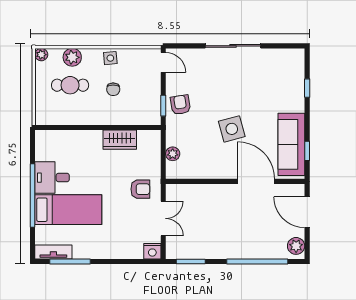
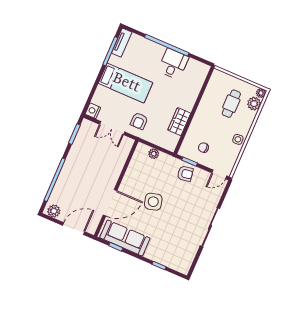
plant: (72, 57) -> (254, 104), moved
chair: (113, 89) -> (203, 148), moved
bed: (68, 210) -> (126, 83), moved, turned -90

